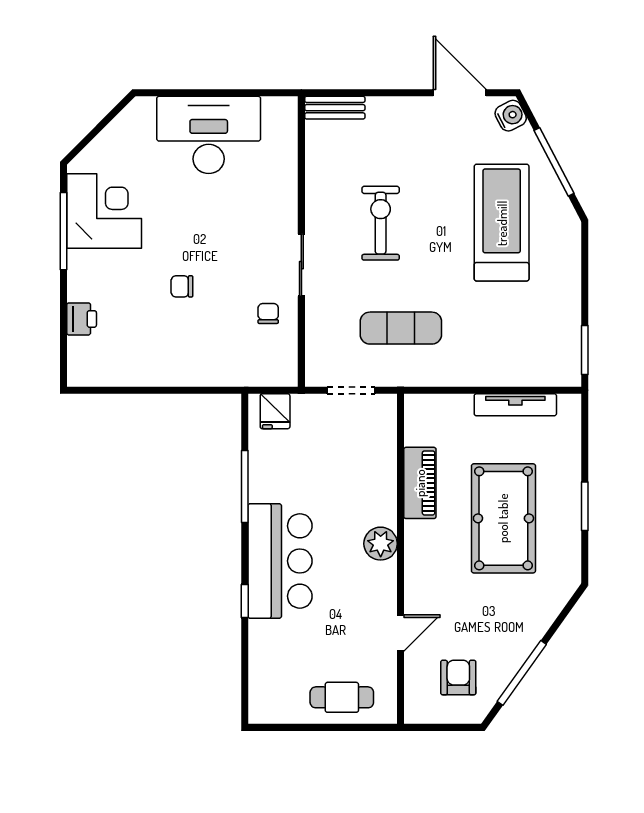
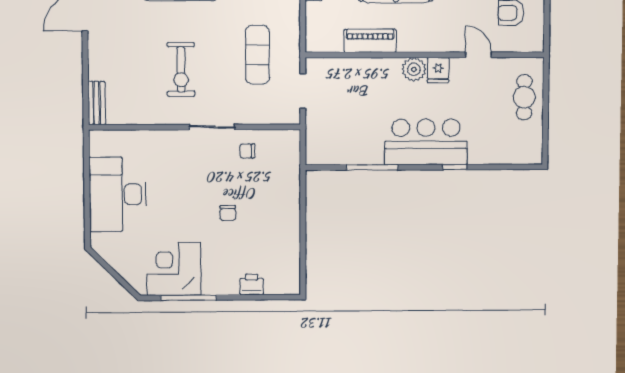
exercise bike: (381, 223) -> (181, 70), turned -90
fridge: (275, 411) -> (438, 70), moved, turned 90

